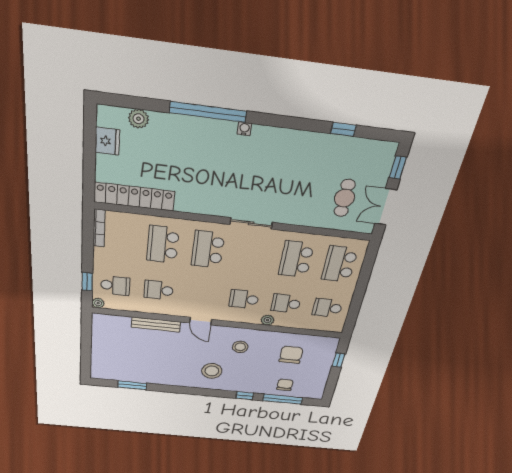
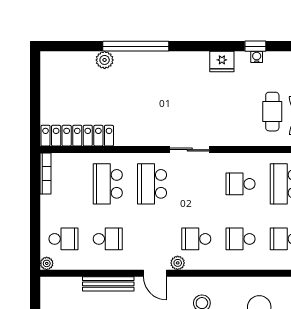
plant: (139, 119) -> (105, 60), moved
water cooler: (244, 129) -> (257, 57), moved
fridge: (107, 141) -> (222, 62), moved, turned 90
school desk: (296, 259) -> (241, 184), width x0.54
window: (87, 282) -> (35, 238), removed
school desk: (159, 290) -> (108, 239), turned 180
plant: (267, 320) -> (178, 263), moved

